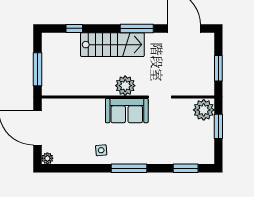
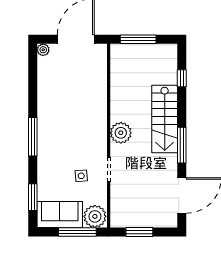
sofa: (127, 111) -> (60, 215), moved, turned 90
window: (218, 126) -> (77, 232), width x1.44
side table: (101, 150) -> (81, 176), moved

